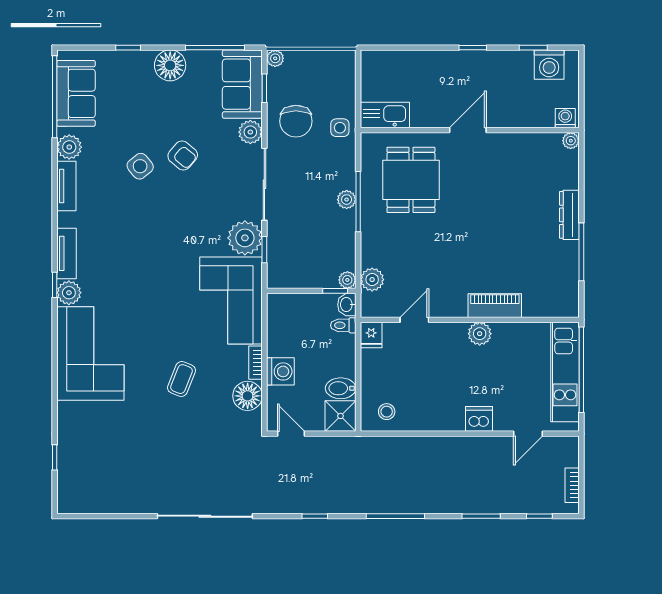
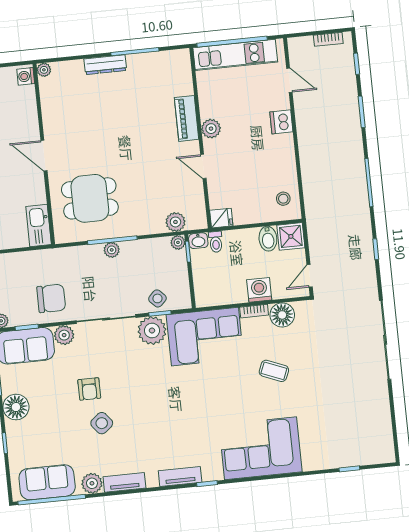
side table: (340, 128) -> (157, 298), moved, turned 45
armchair: (183, 155) -> (89, 389), turned 140
plant: (69, 293) -> (212, 471), removed
door: (414, 320) -> (203, 166), moved

